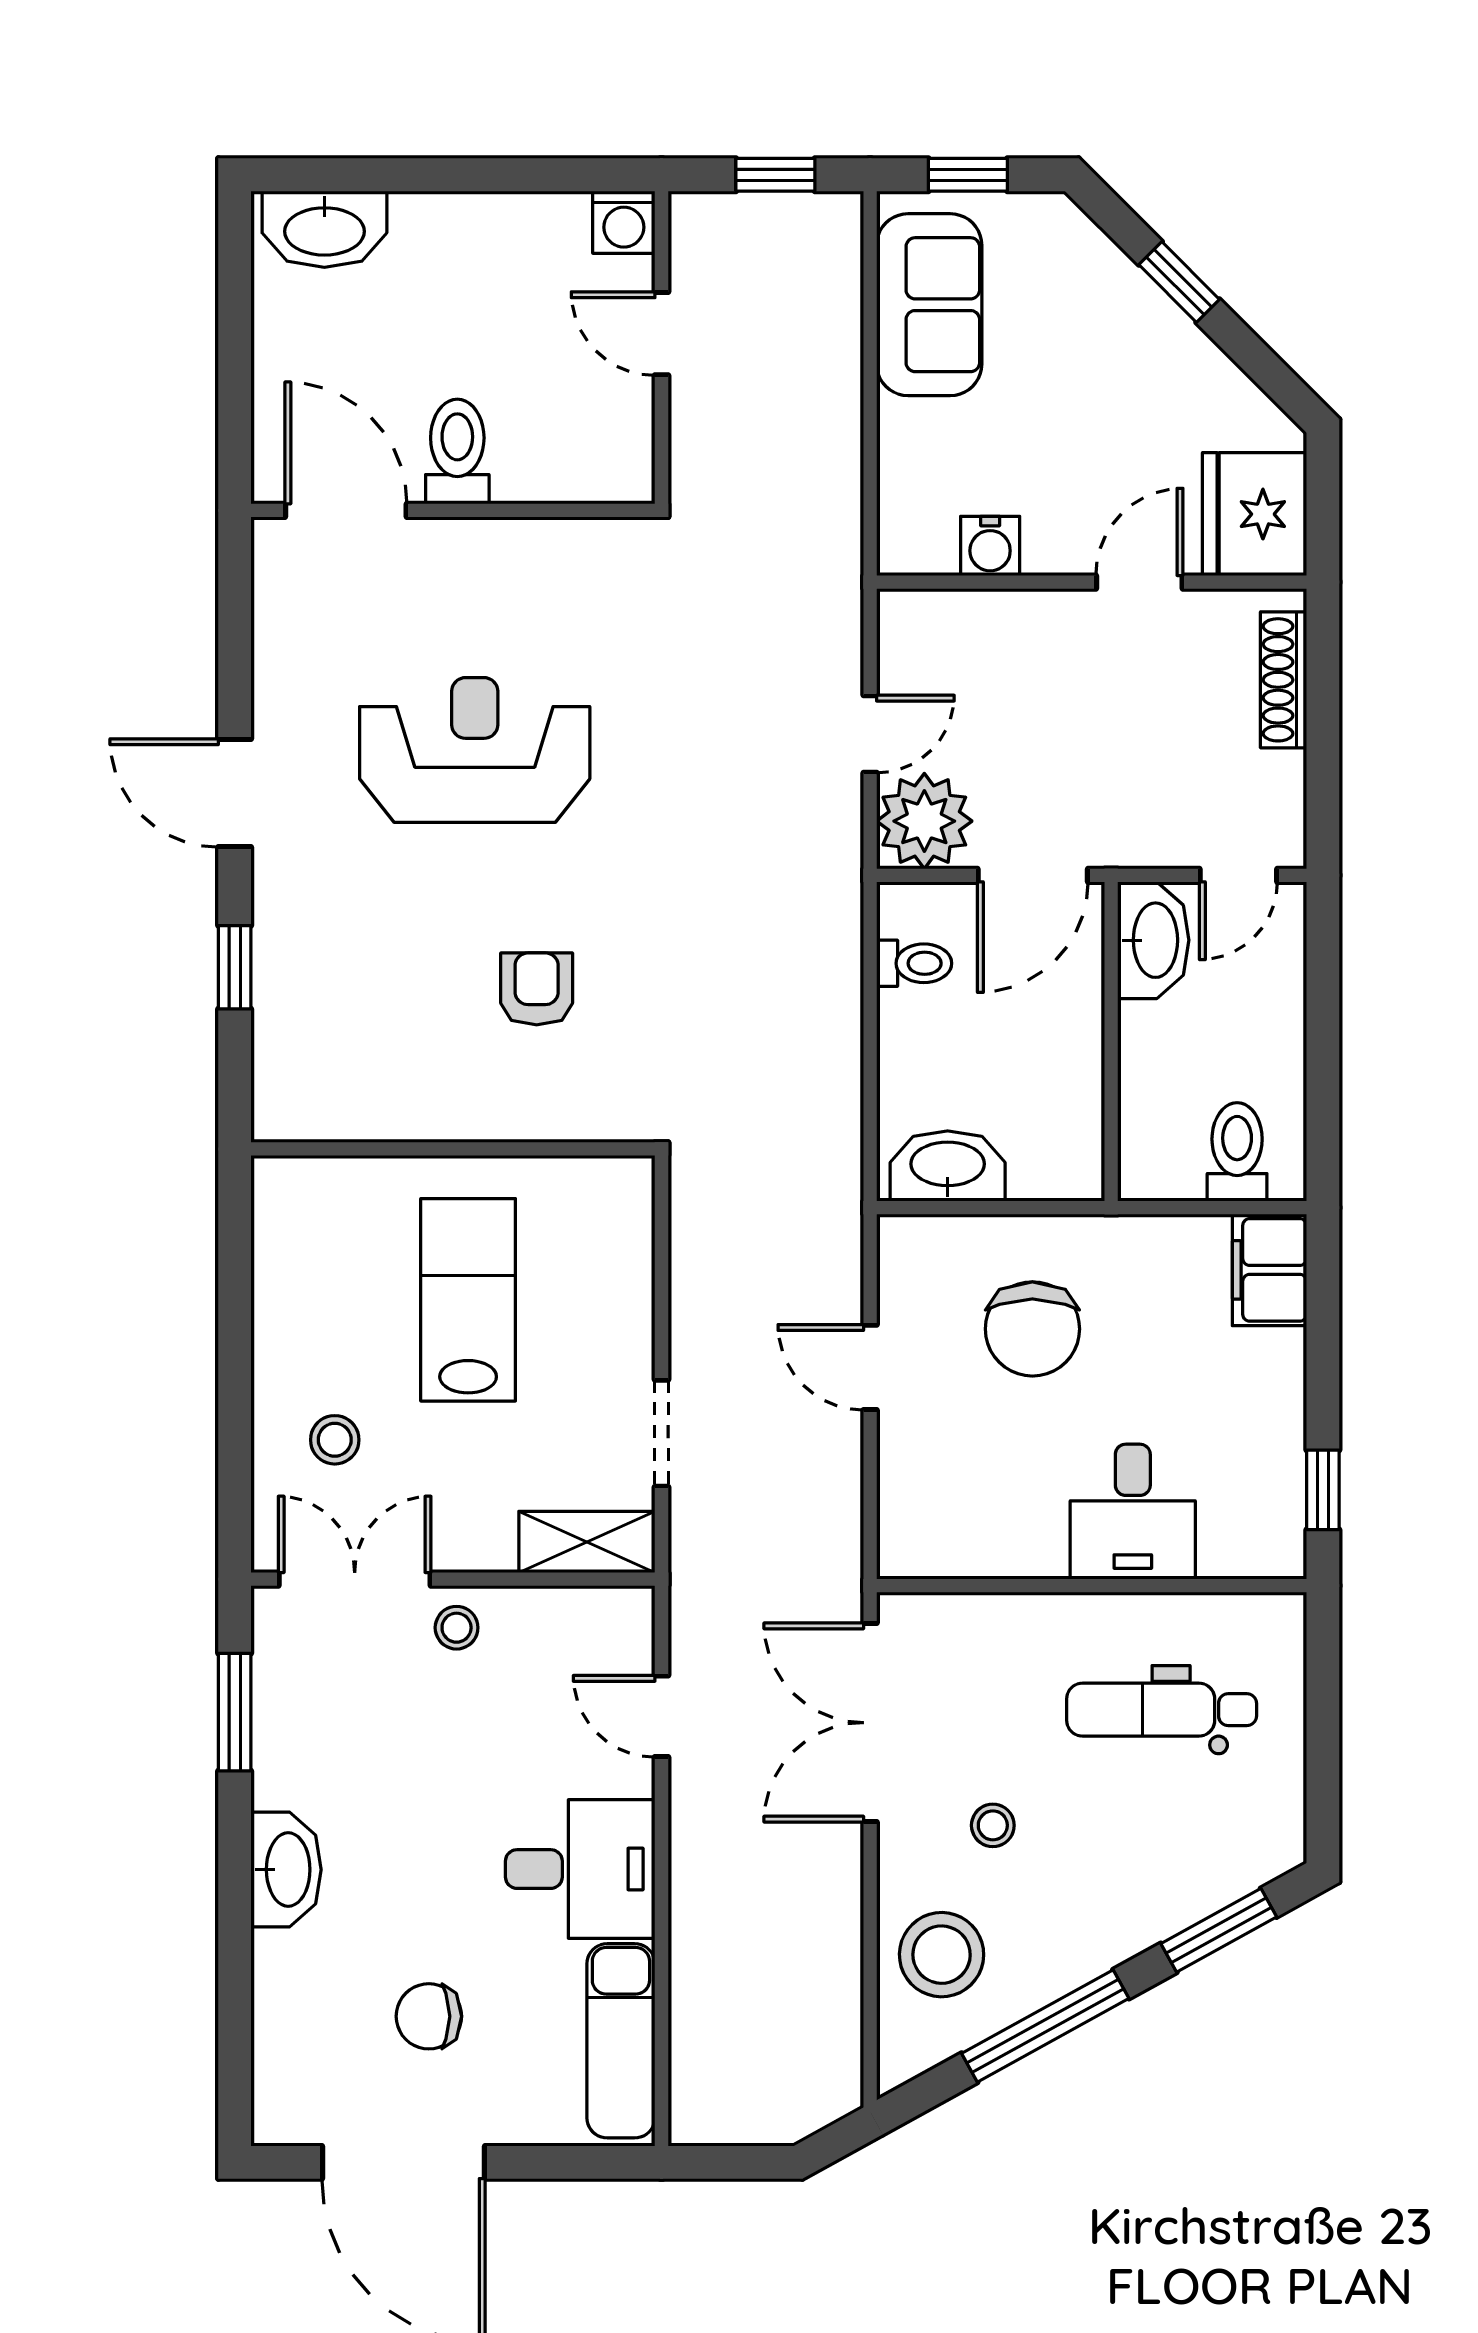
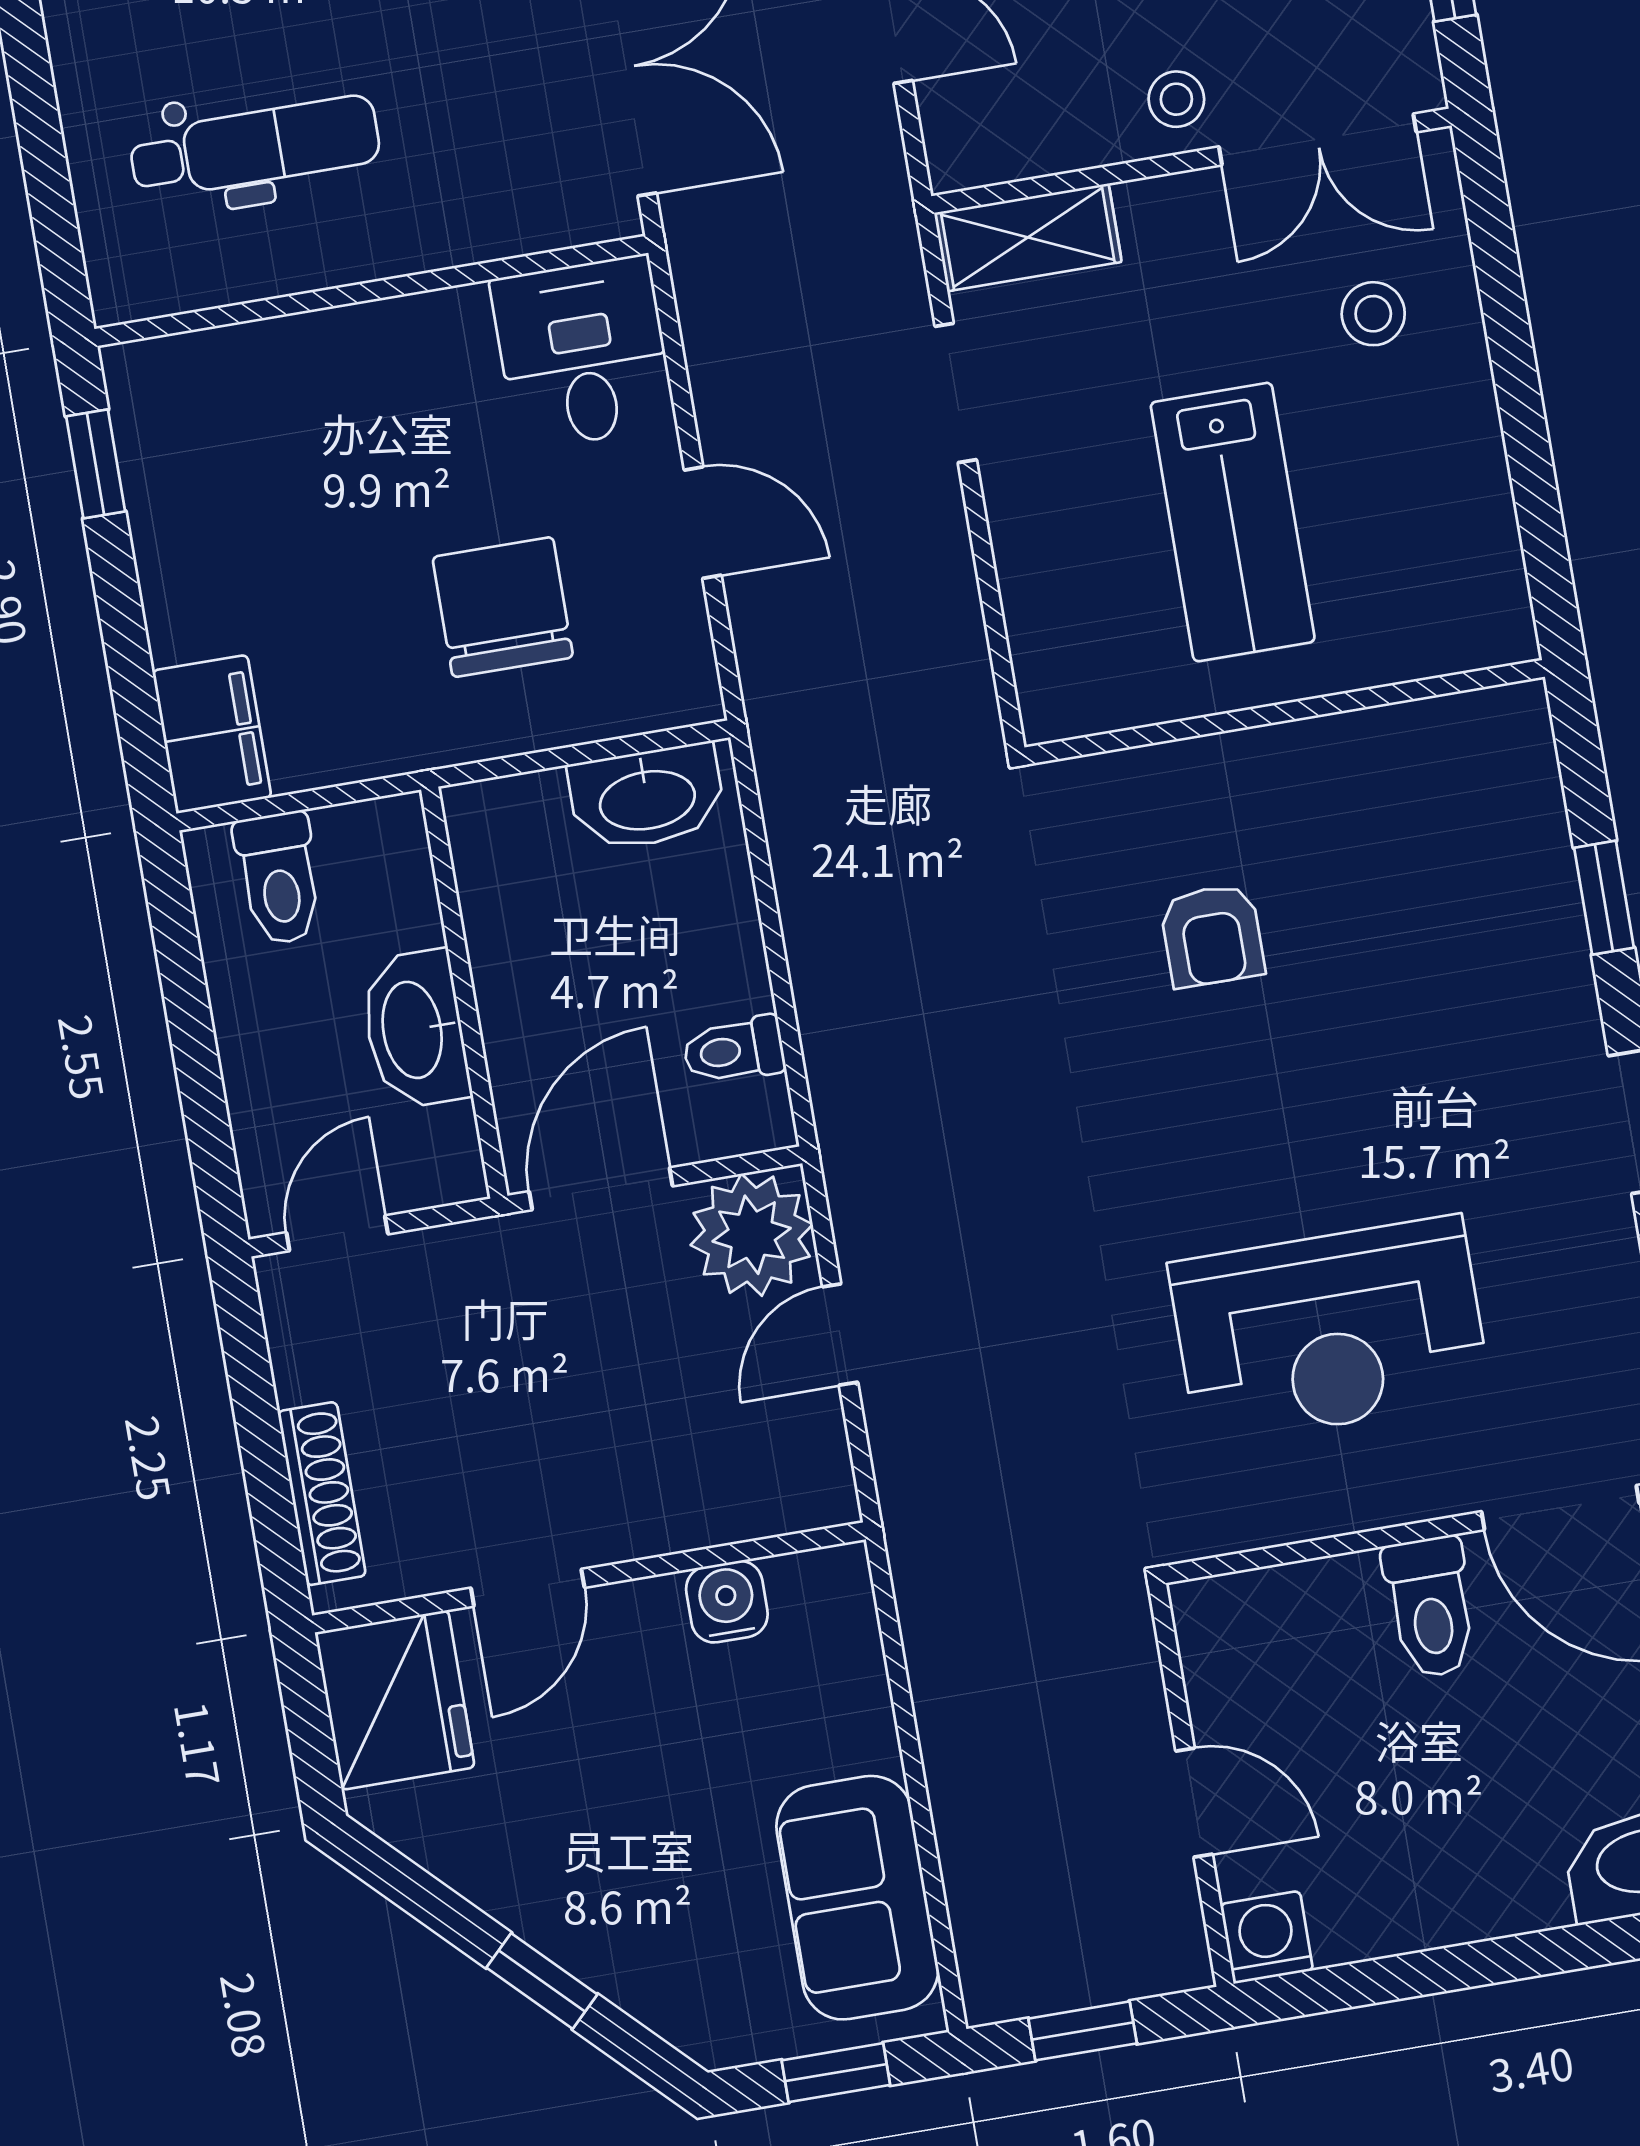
reception desk: (475, 750) -> (1330, 1331), moved
washbasin: (1153, 940) -> (415, 1029), moved
desk: (1133, 1512) -> (583, 353), moved

